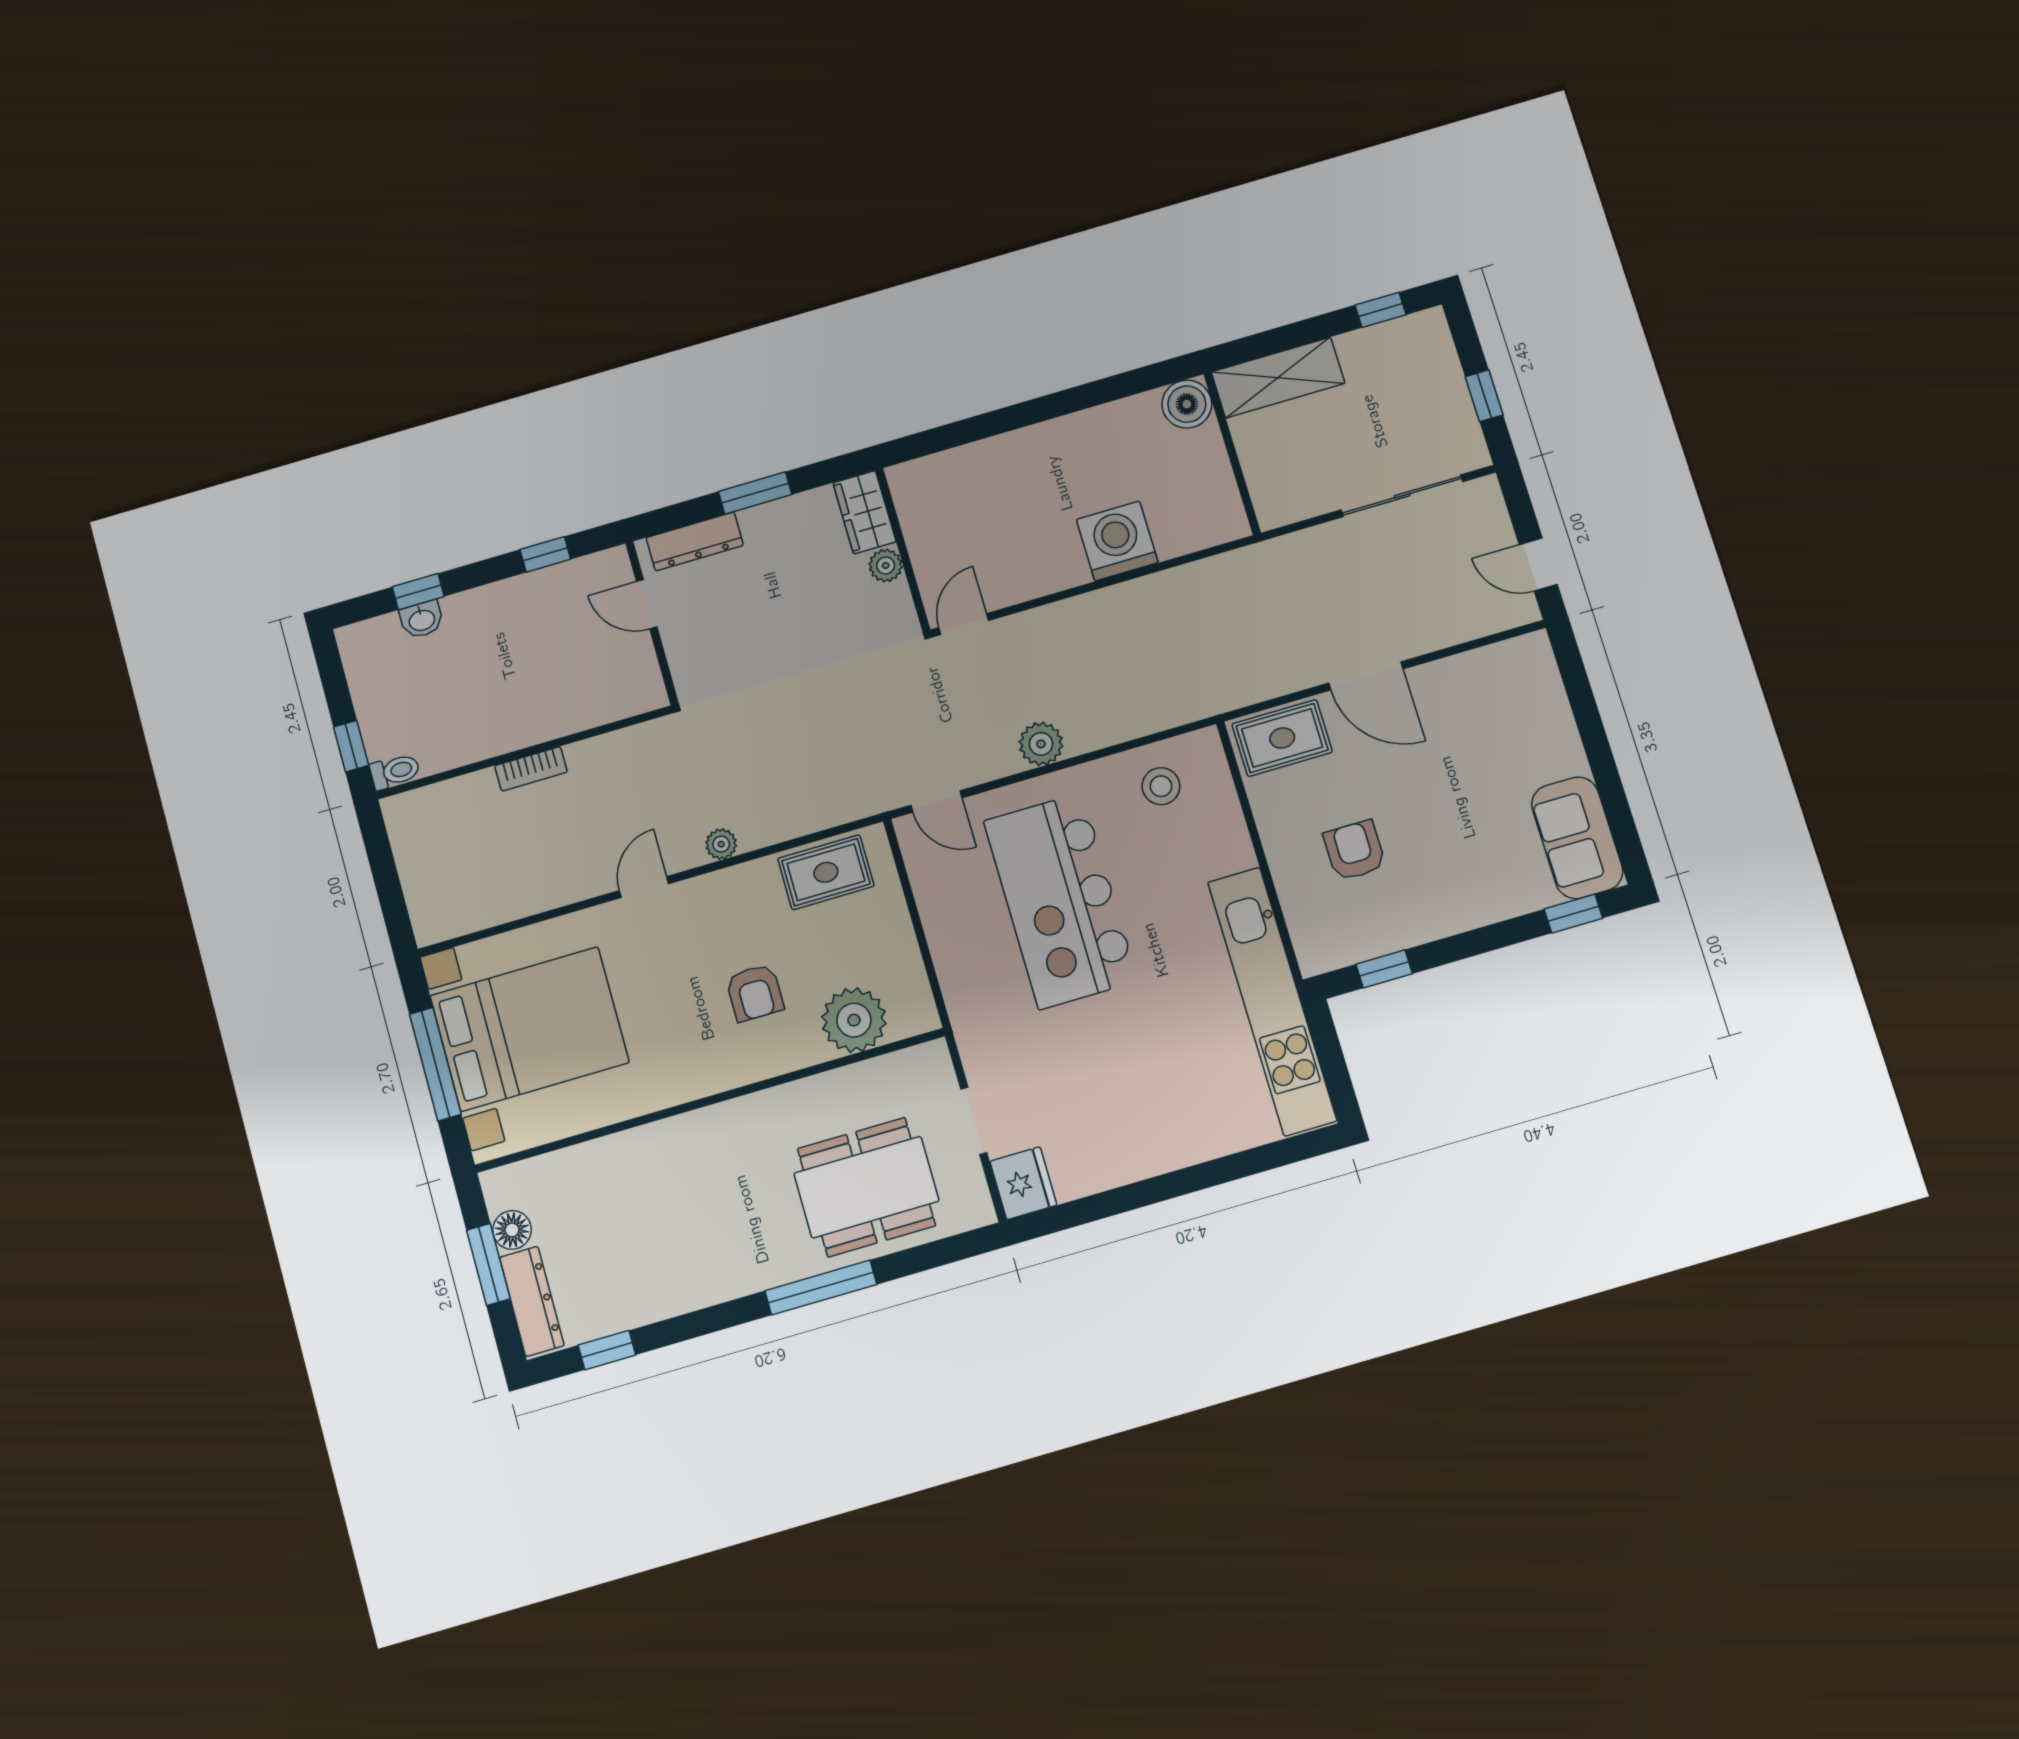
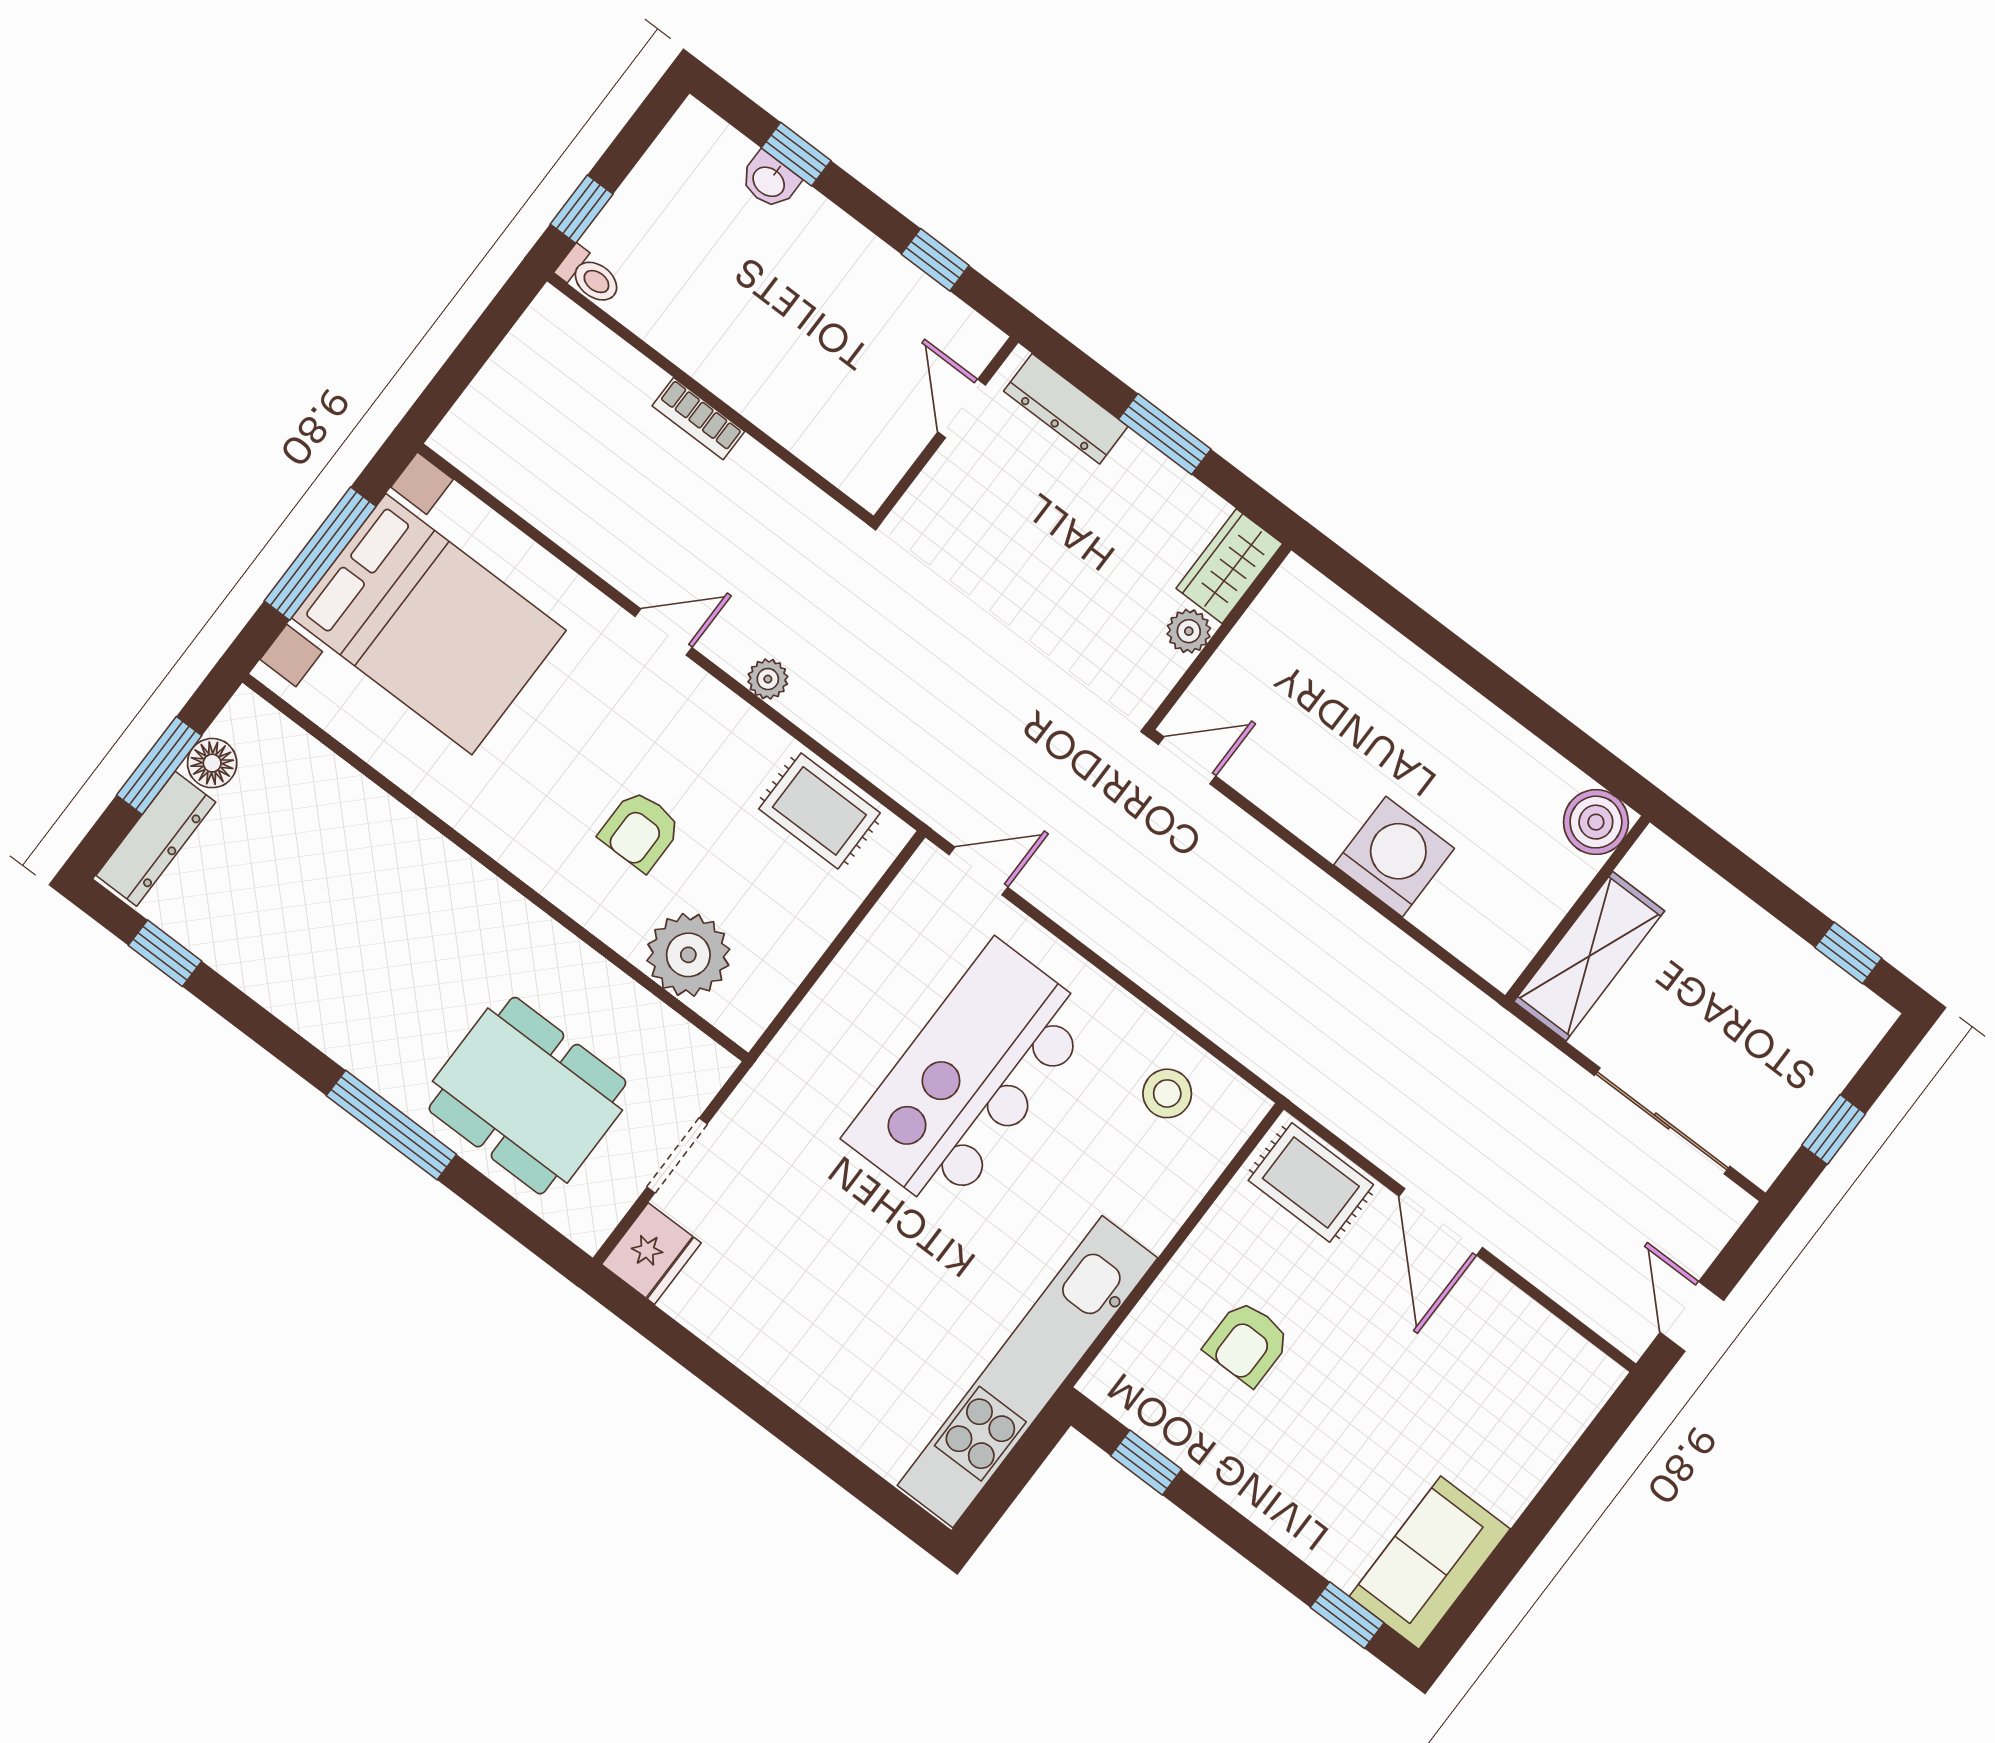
shelving: (1278, 378) -> (1589, 956), moved, turned 90
plant: (1041, 744) -> (1120, 936), removed
door: (936, 802) -> (978, 871), swing flipped
armchair: (1354, 851) -> (1247, 1343), turned 180

